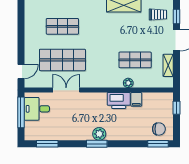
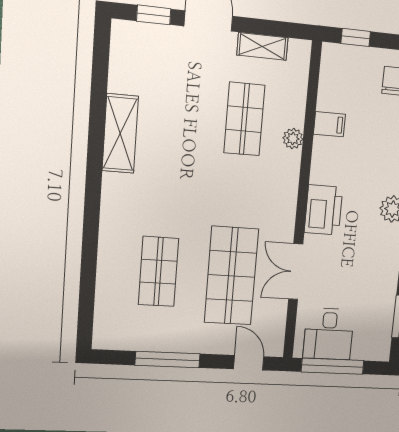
trolley: (158, 15) -> (146, 58), removed
window: (21, 33) -> (168, 359), added
printer: (119, 101) -> (324, 210), moved

